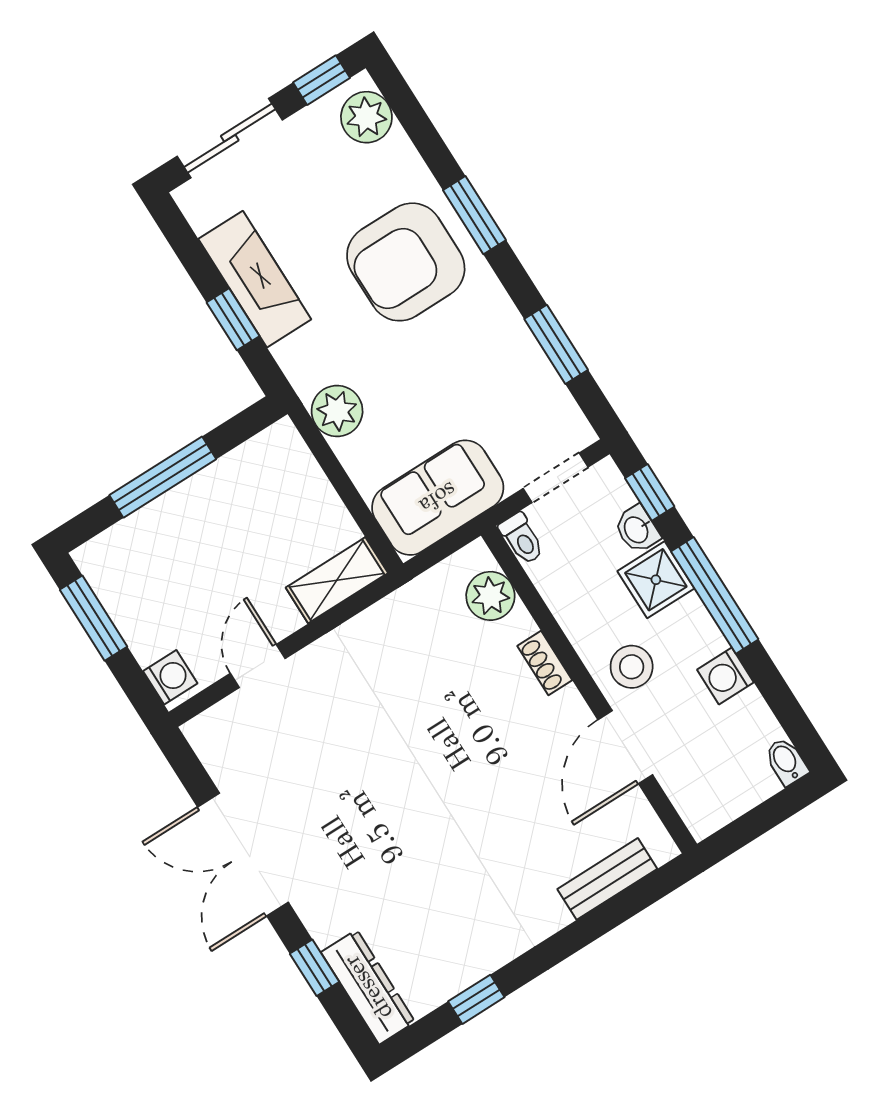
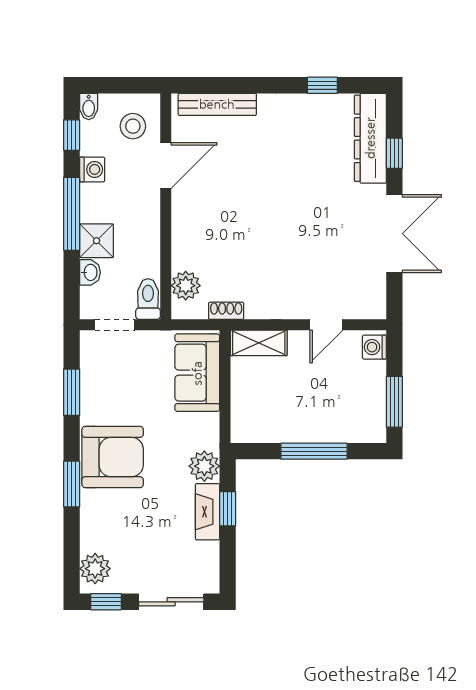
armchair: (406, 262) -> (113, 457), moved
fireplace: (255, 279) -> (208, 512), width x0.73, depth x0.76
plant: (337, 411) -> (204, 466), moved
window: (650, 492) -> (72, 135), moved
sofa: (438, 498) -> (197, 373), moved, turned 90
toilet: (522, 539) -> (148, 299), width x1.37, depth x1.39
shoe rack: (545, 663) -> (226, 311), moved, turned -90
stool: (632, 667) -> (133, 126), moved
bench: (607, 879) -> (217, 104), width x1.36
dresser: (368, 987) -> (370, 138), width x1.37, depth x1.24

